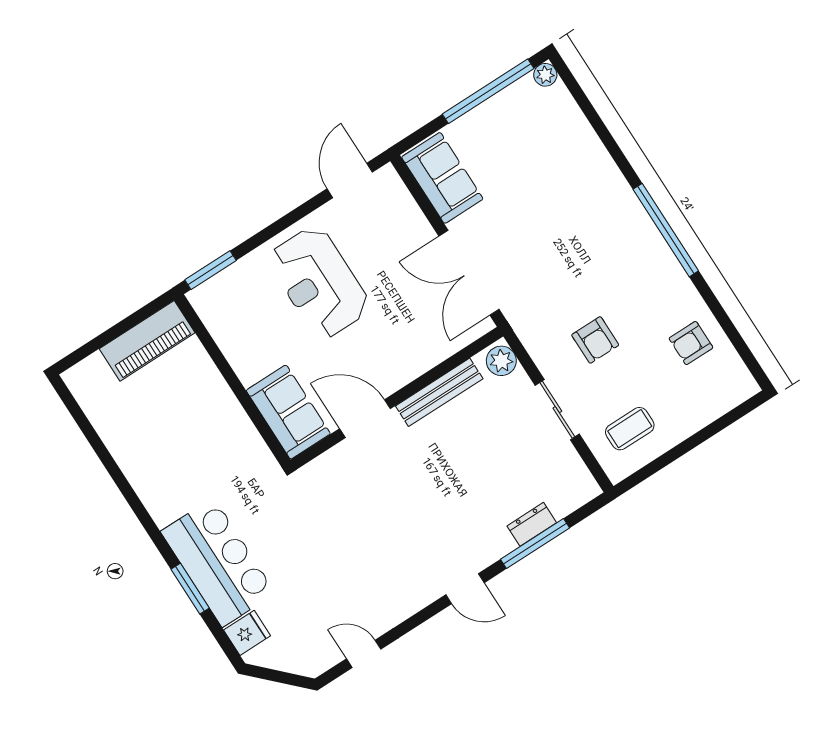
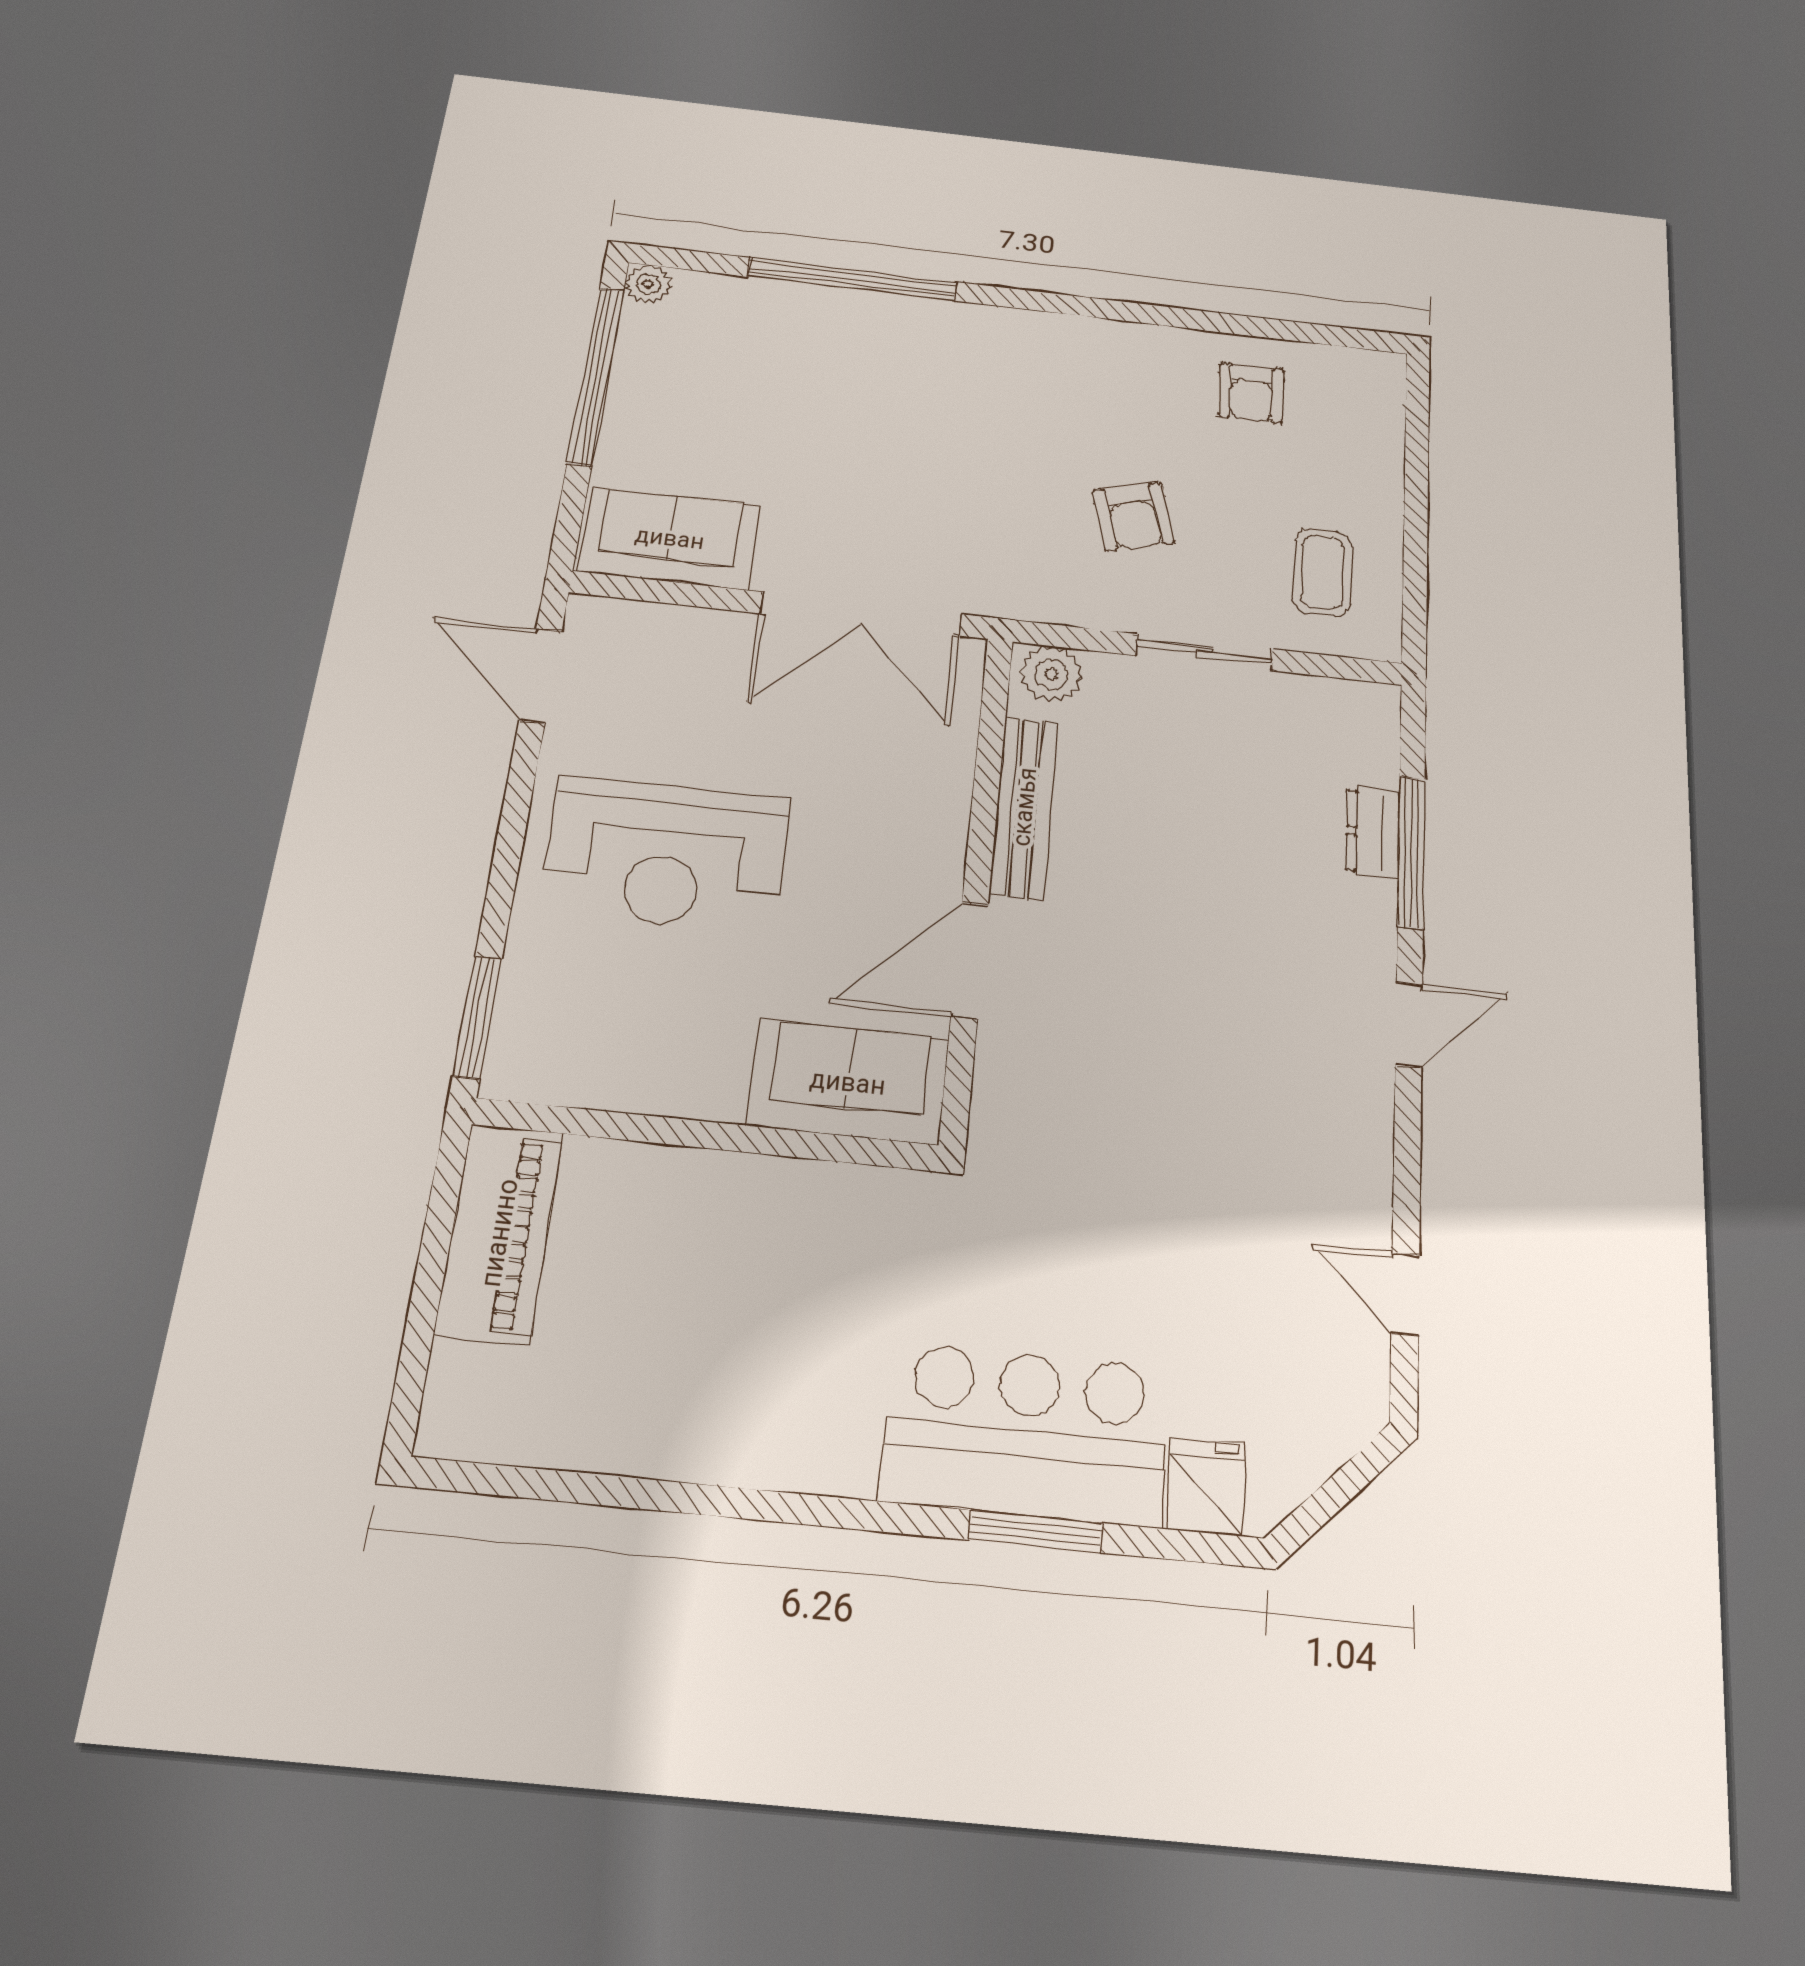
window: (666, 230) -> (852, 279), moved
armchair: (595, 340) -> (1134, 517), turned 75
door: (364, 654) -> (1405, 1294), hinge flipped

